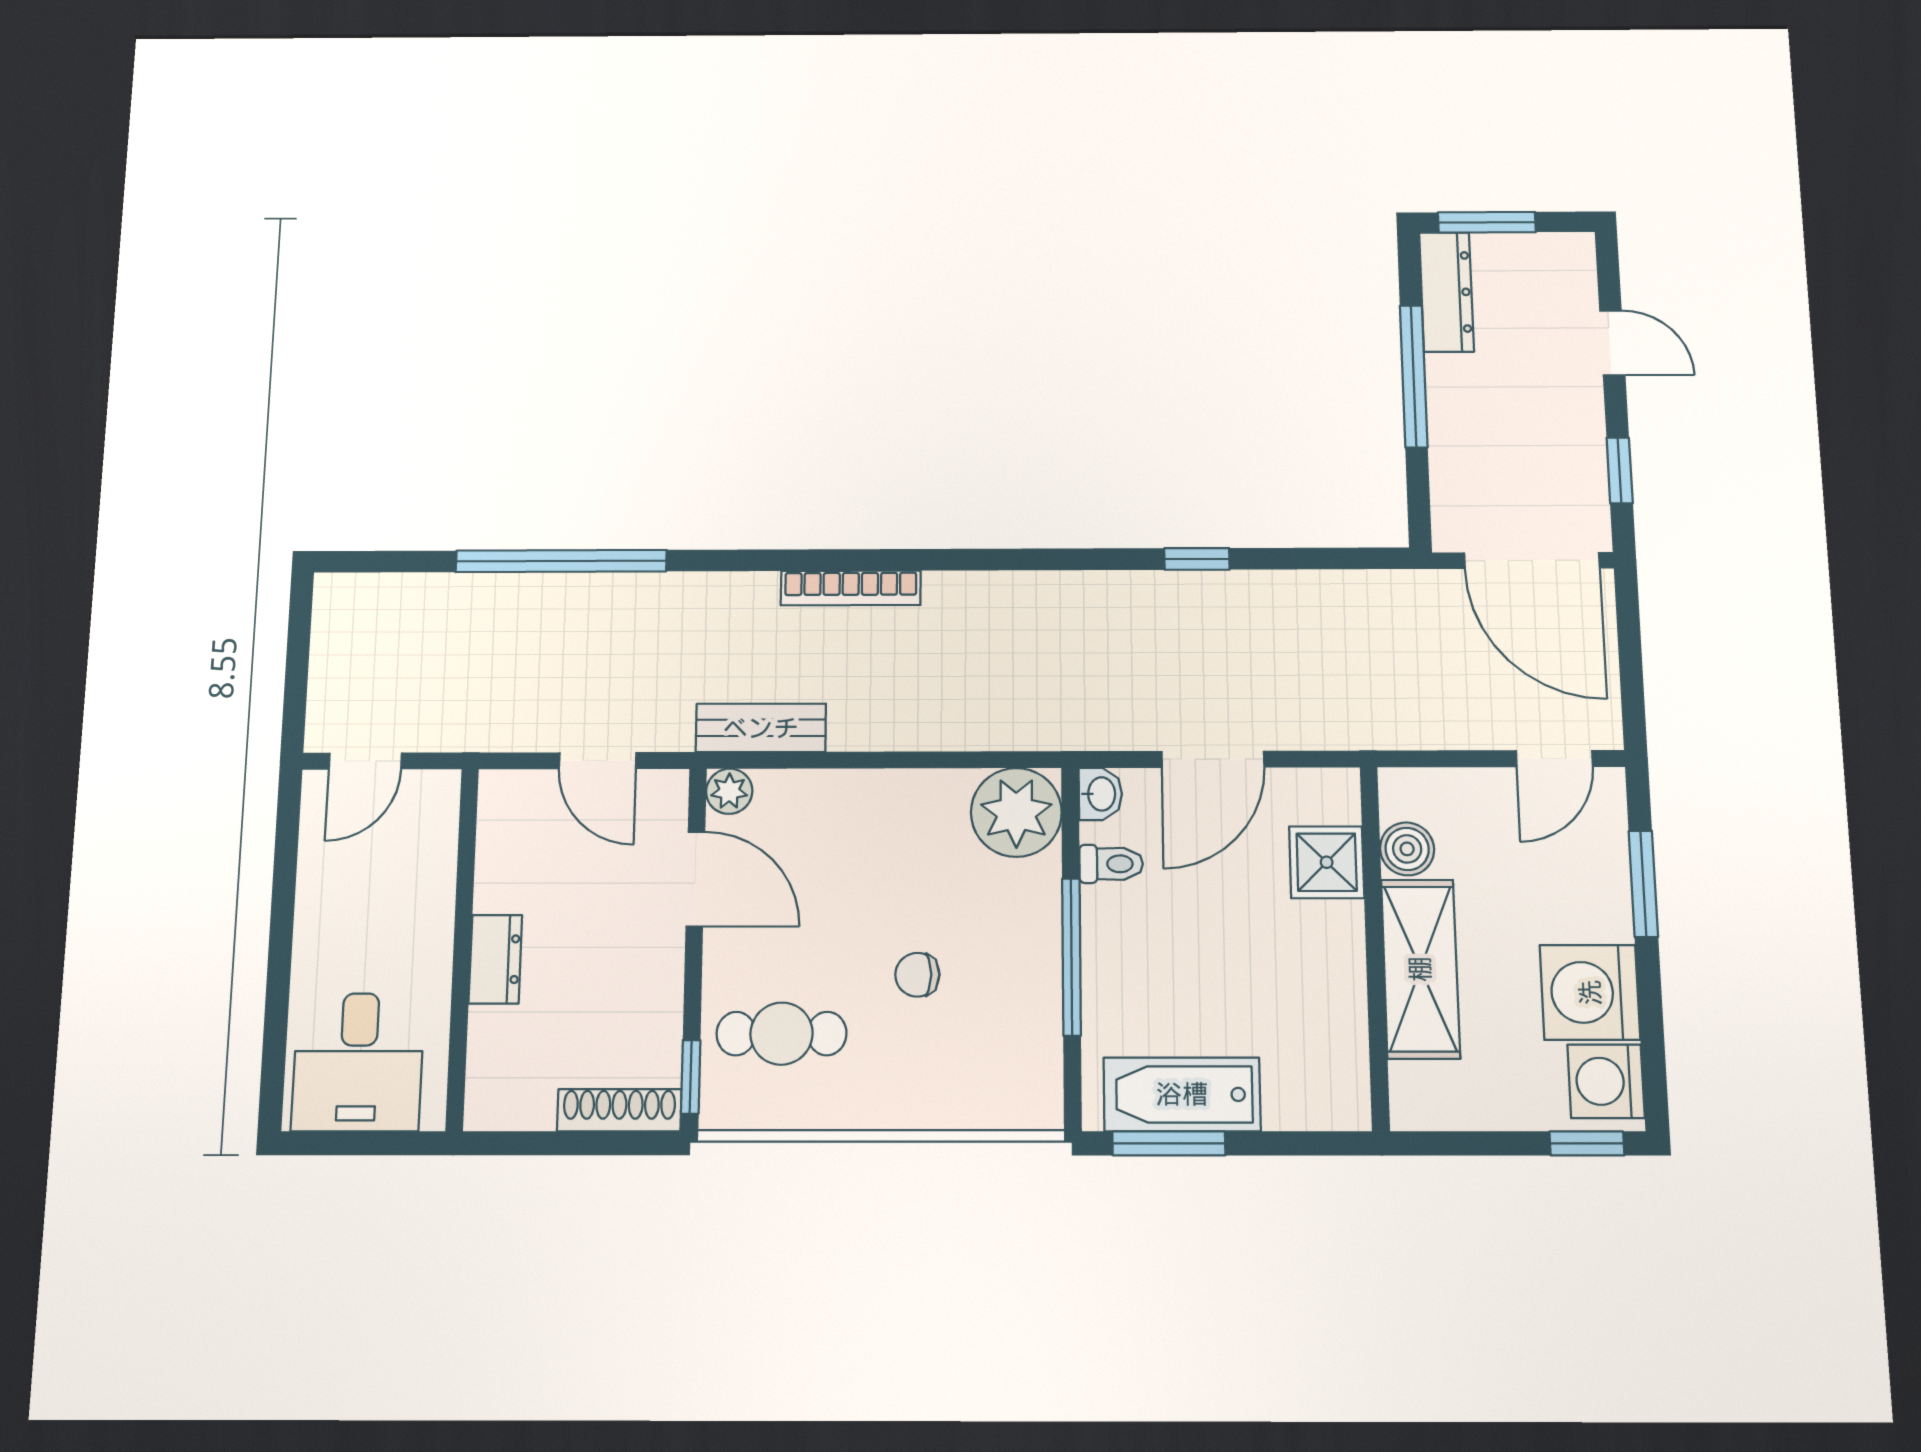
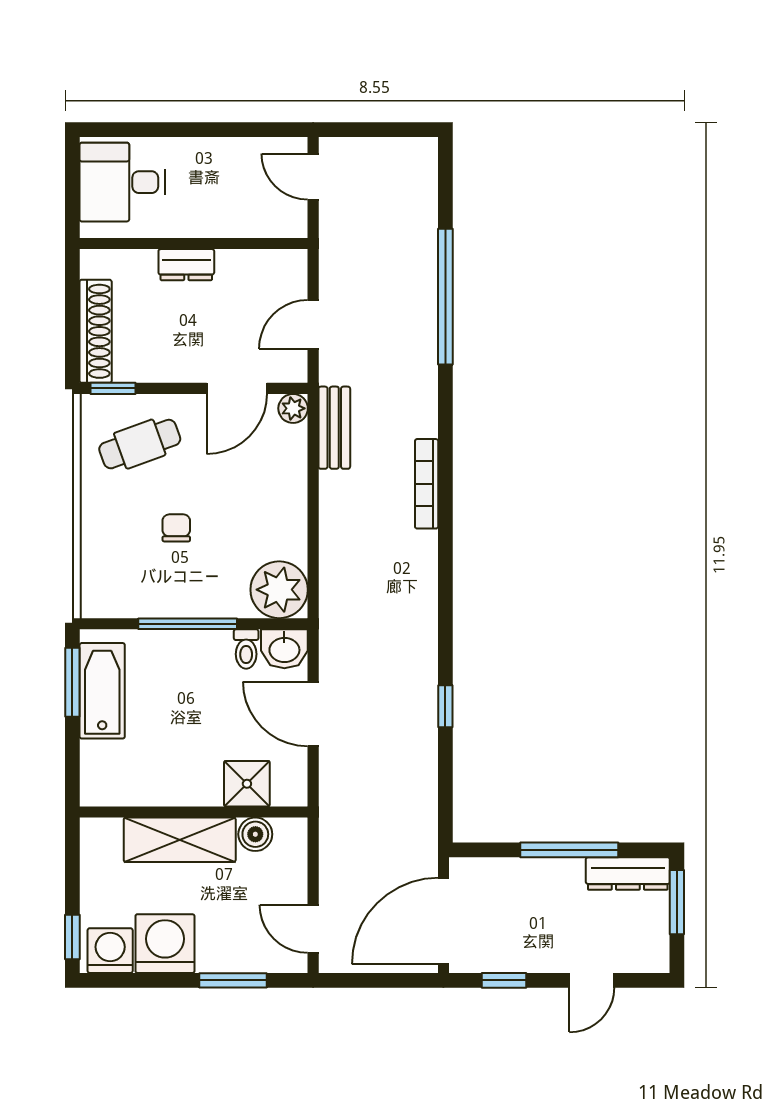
washbasin: (1100, 794) -> (284, 649), width x1.38, depth x1.45
cafe table: (782, 1034) -> (140, 444), turned 70
shoe rack: (619, 1110) -> (96, 331), width x1.36, depth x1.24

